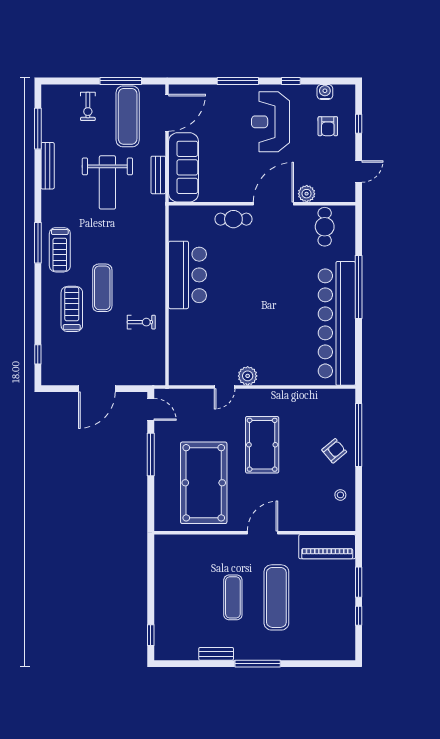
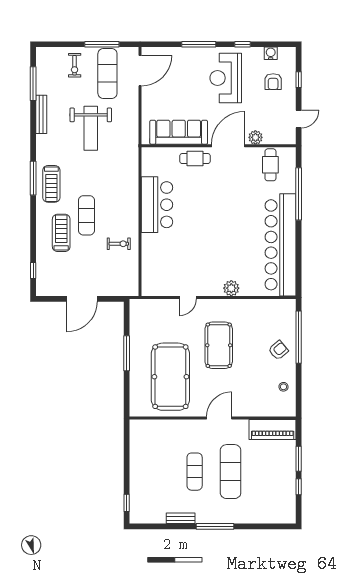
sofa: (184, 167) -> (179, 132), moved, turned -90
bench: (158, 175) -> (133, 122), removed
window: (359, 287) -> (299, 194), moved
plant: (248, 376) -> (231, 288), moved
door: (151, 409) -> (127, 316), removed

